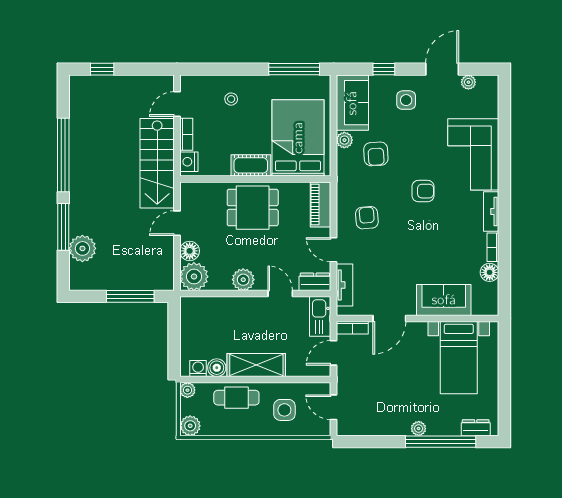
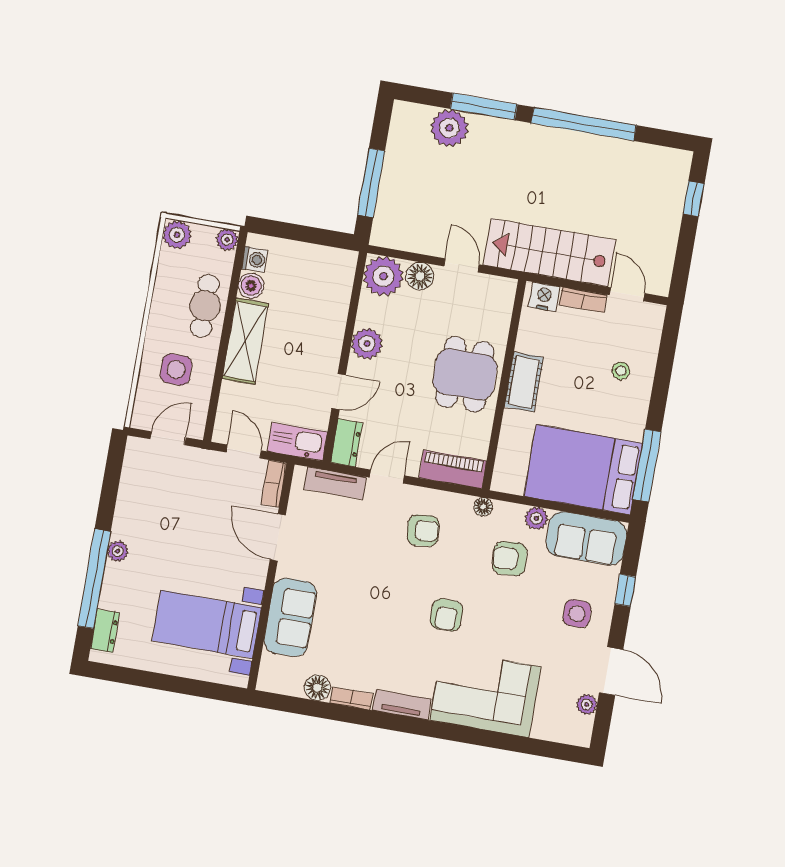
bed: (298, 138) -> (583, 470), moved, turned 180
floor lamp: (343, 179) -> (483, 507), added

